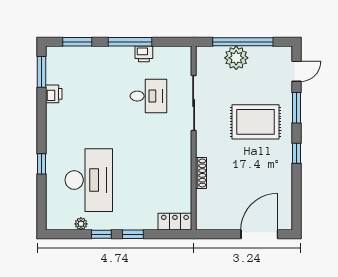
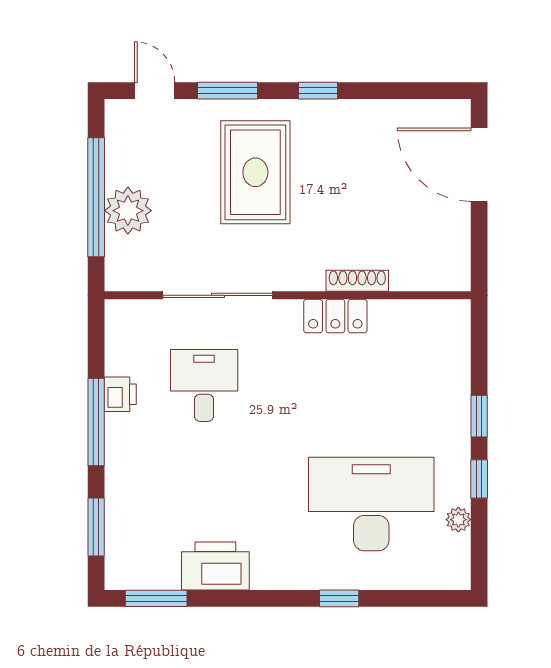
printer: (54, 94) -> (215, 566), width x1.87, depth x1.48
locker: (175, 222) -> (335, 316), moved, turned -90

